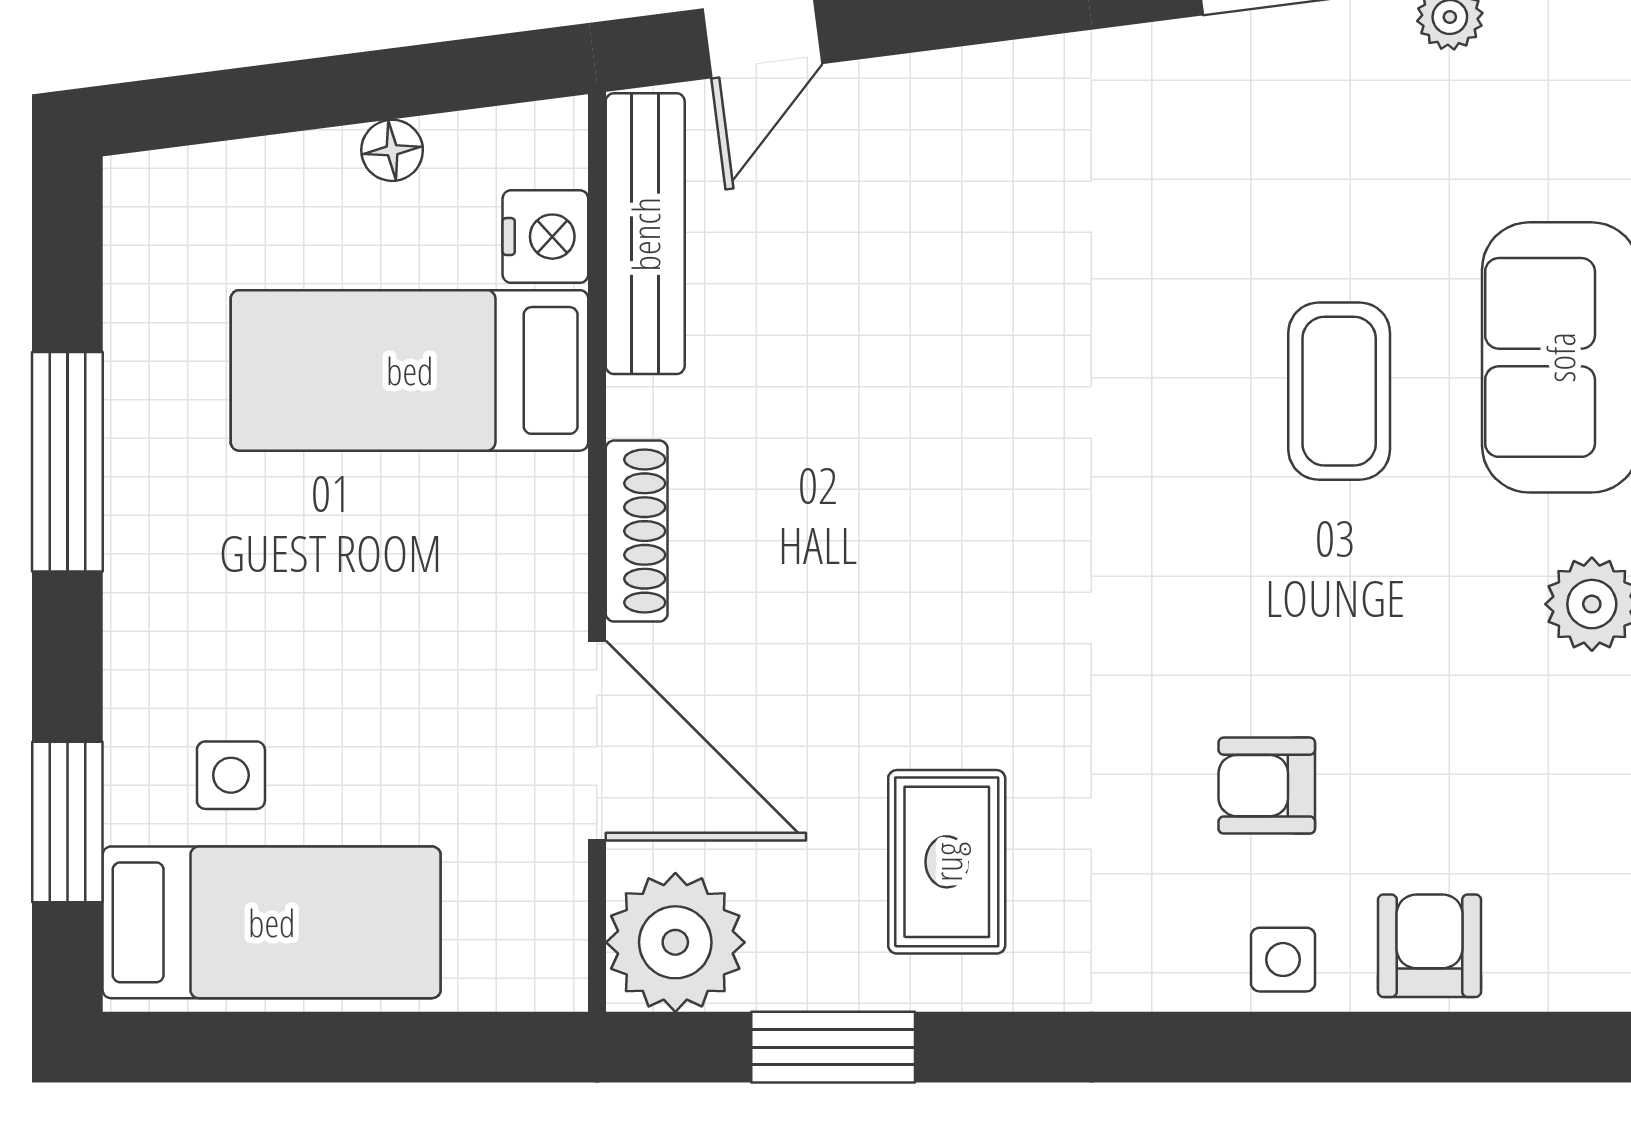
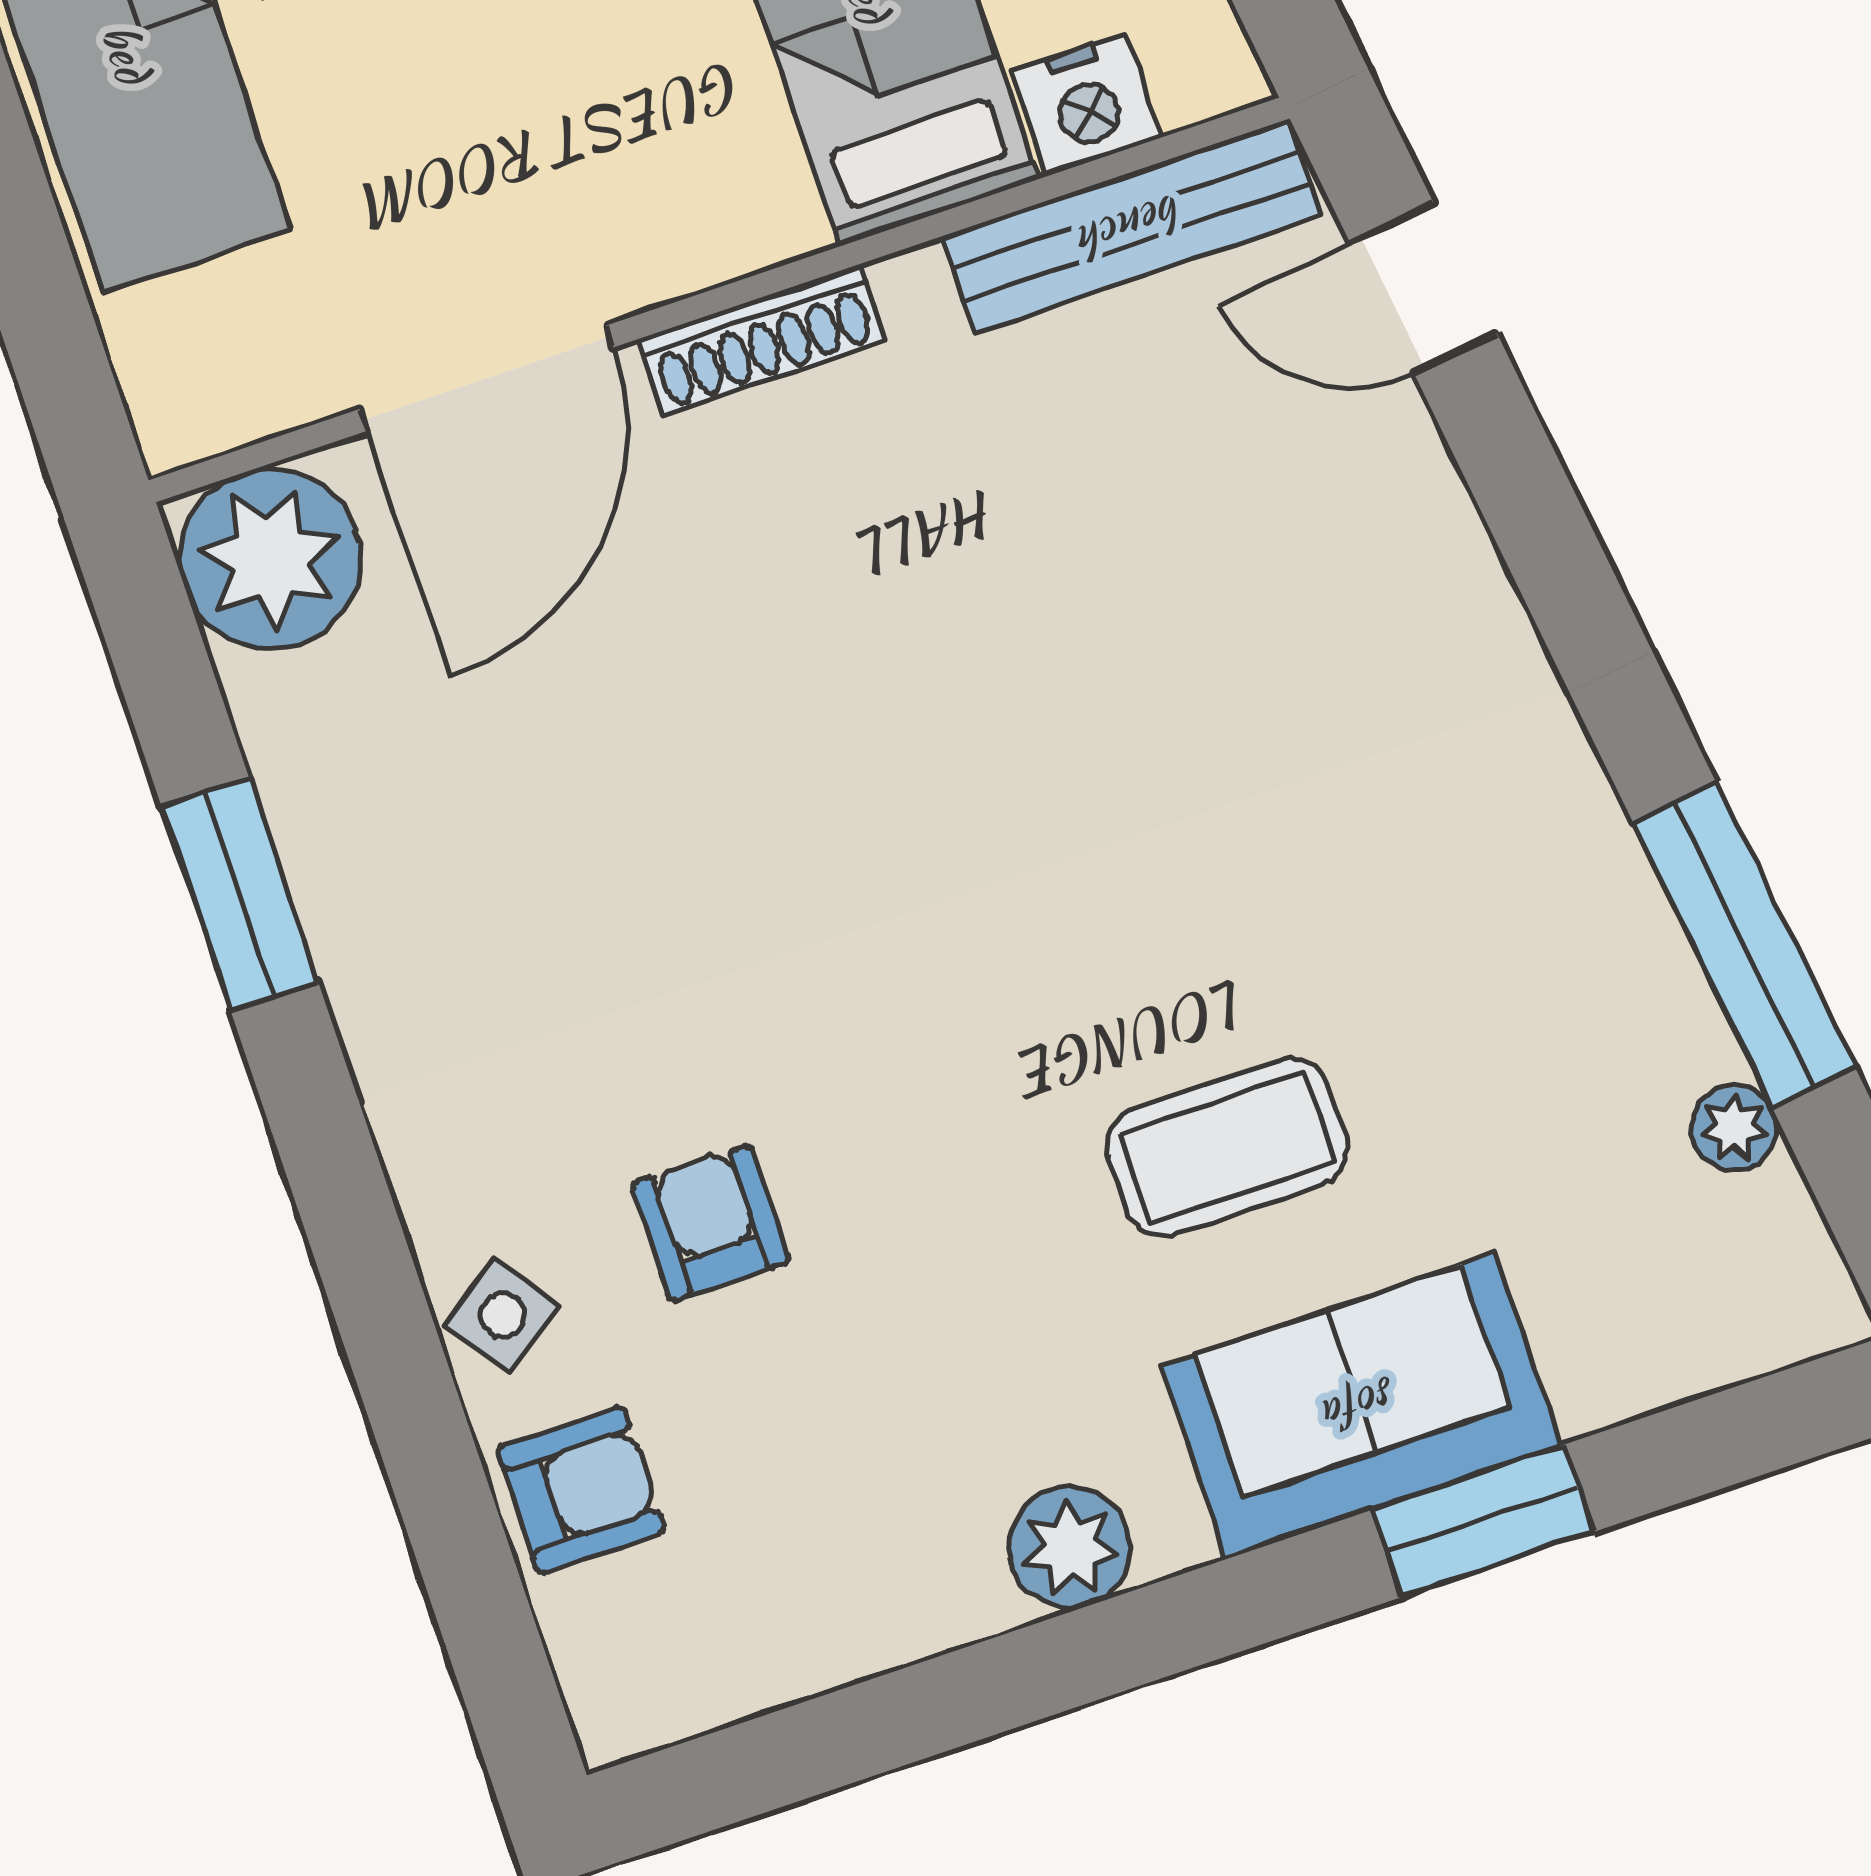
rug: (947, 862) -> (483, 860), removed
side table: (1283, 960) -> (503, 1315), turned -35
window: (833, 1047) -> (240, 894), moved

